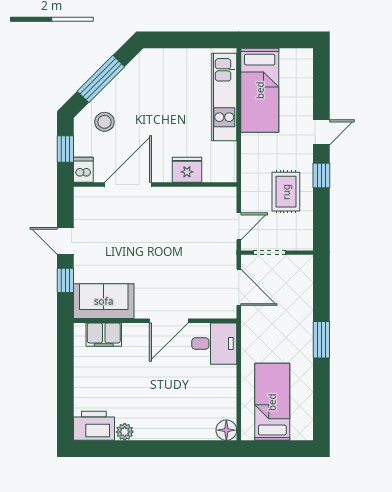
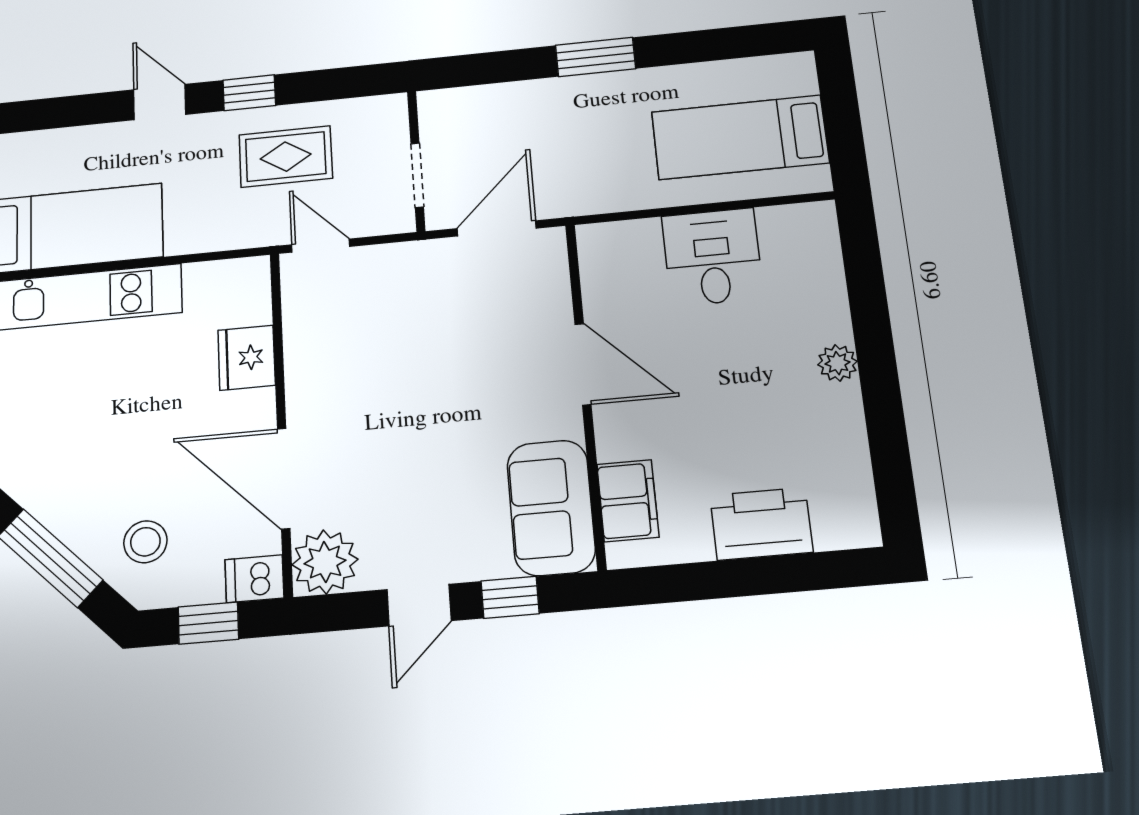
plant: (88, 201) -> (325, 562), added
door: (239, 226) -> (321, 246), moved
desk: (214, 344) -> (712, 257), moved
printer: (94, 426) -> (761, 524), moved, turned 90
floor lamp: (226, 430) -> (815, 222), removed
plant: (125, 432) -> (838, 363), moved

